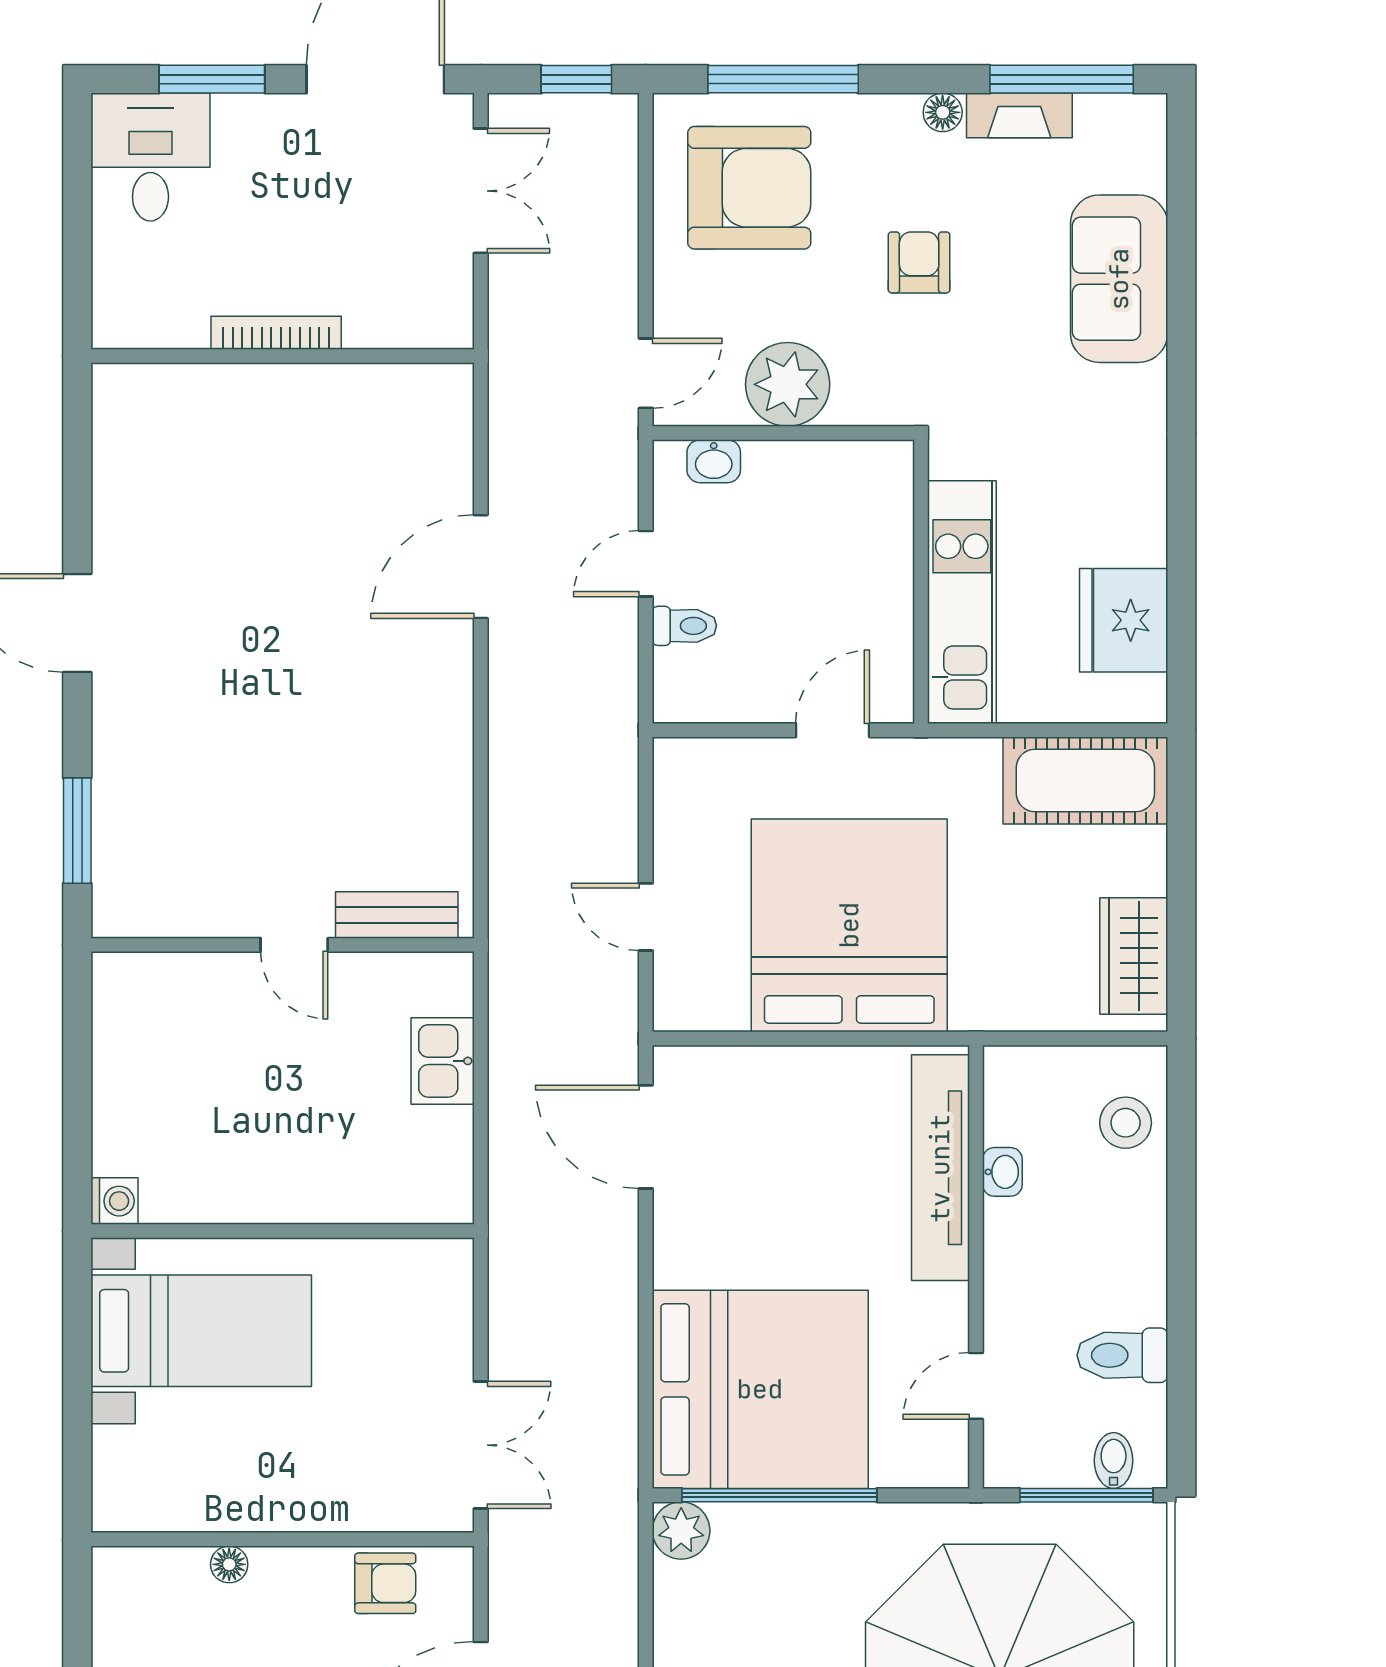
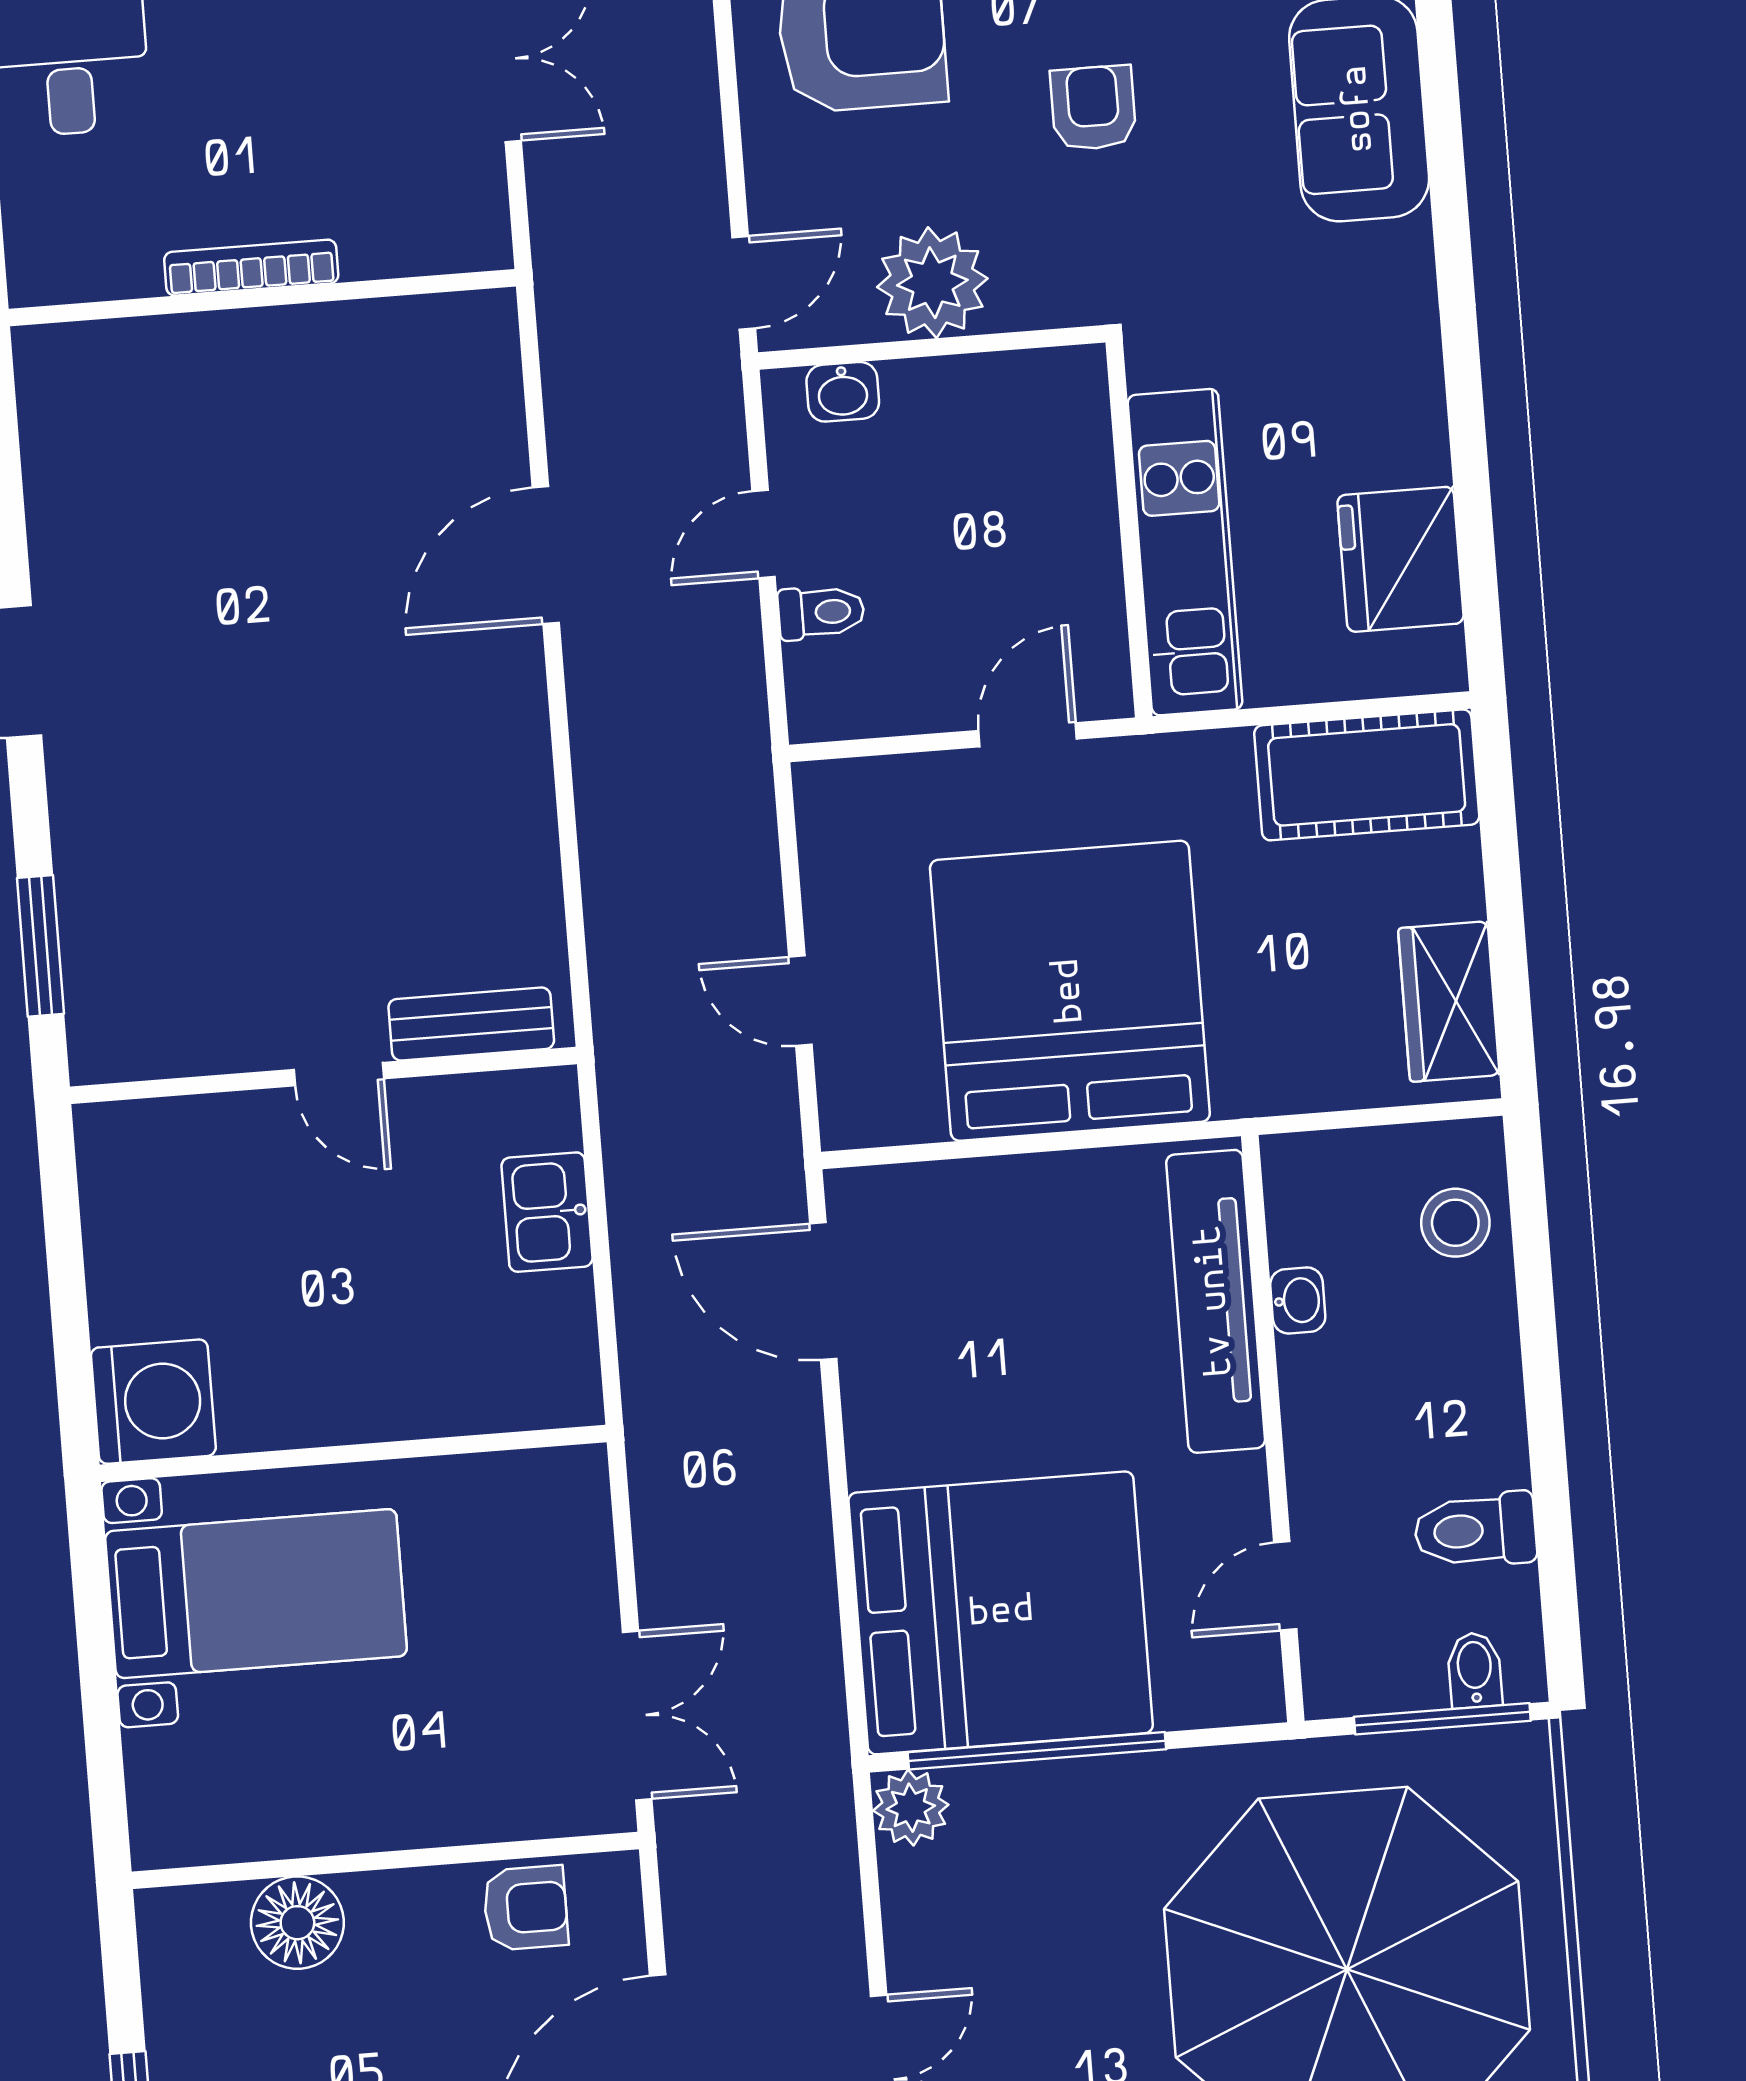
washing machine: (114, 1201) -> (153, 1402), width x1.89, depth x1.89
floor lamp: (229, 1564) -> (297, 1923), width x1.89, depth x1.89

